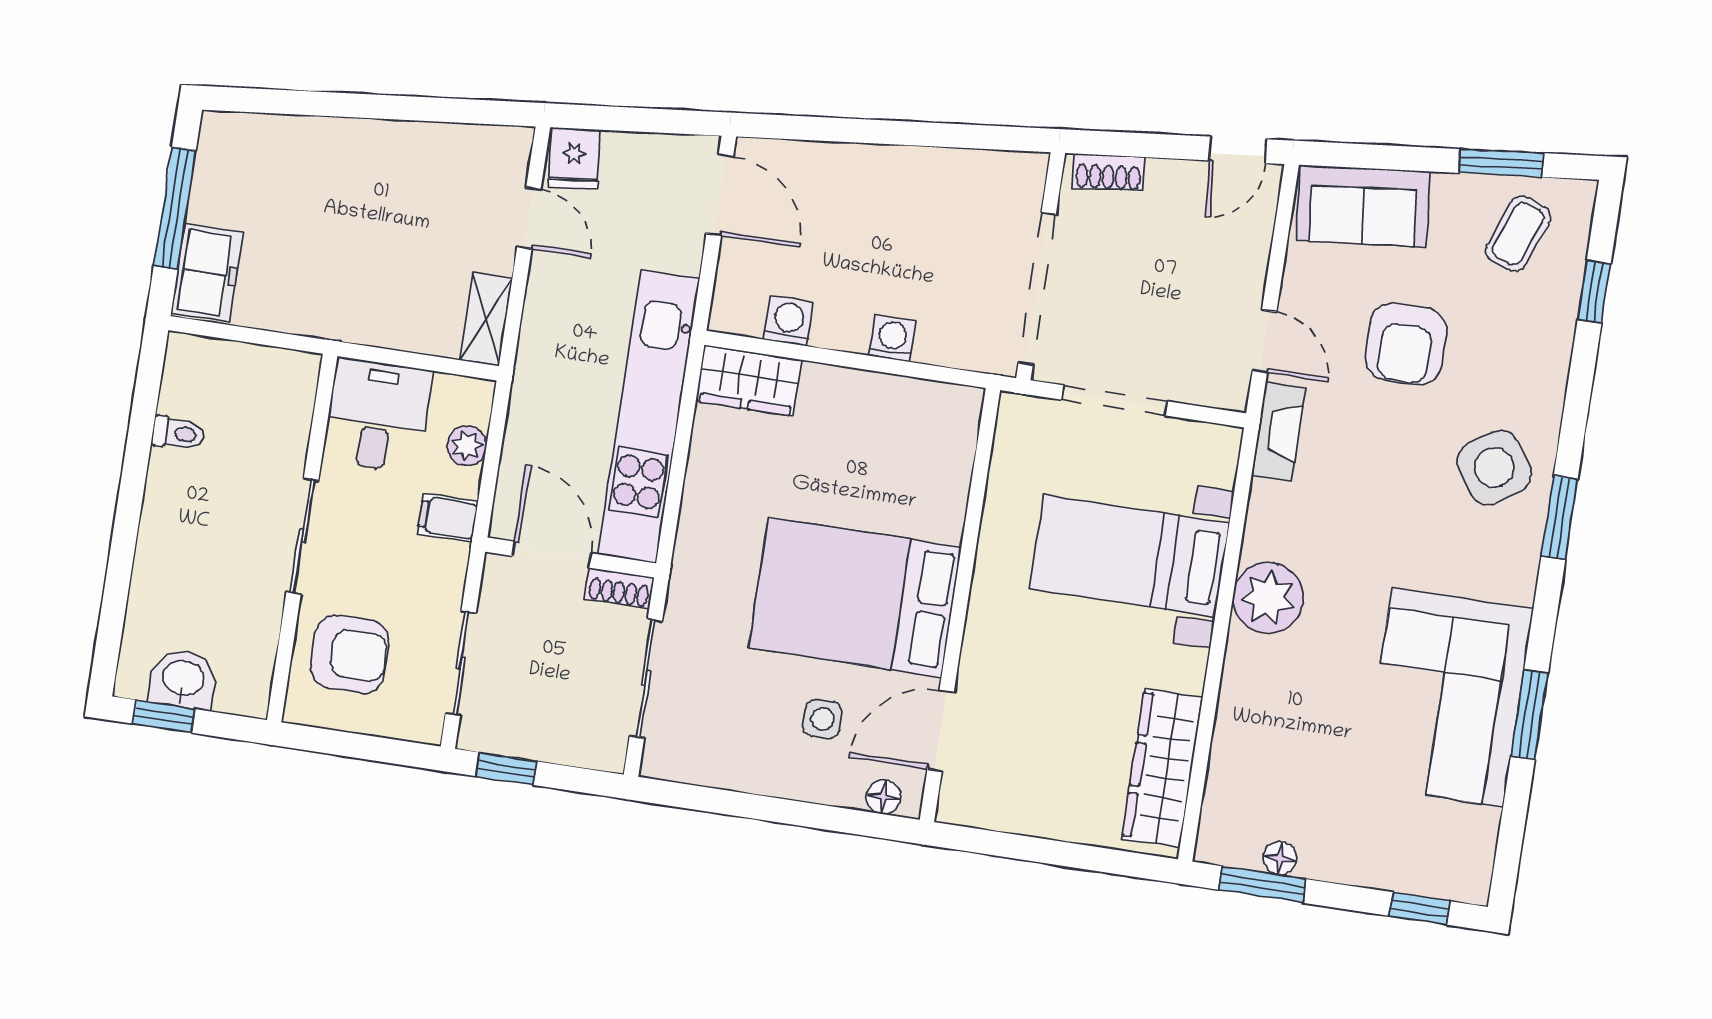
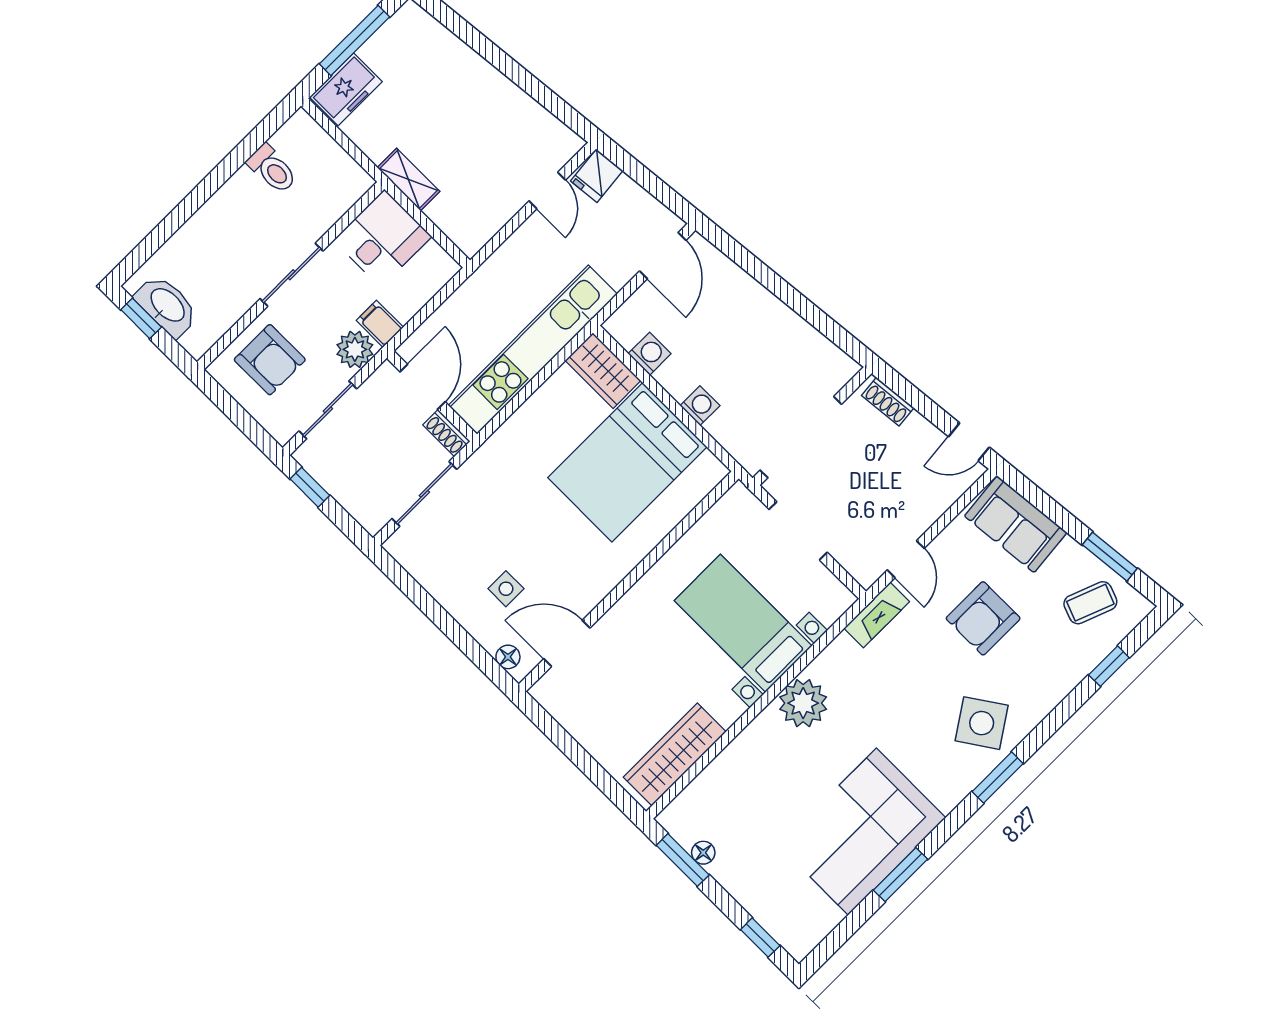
shelving: (486, 319) -> (408, 180), moved, turned 90
toilet: (178, 433) -> (272, 169), width x1.37, depth x1.39
plant: (467, 446) -> (355, 349), moved, width x1.38, depth x1.38
bed: (855, 597) -> (627, 462), moved, turned -90
washbasin: (183, 679) -> (167, 306), width x1.38

